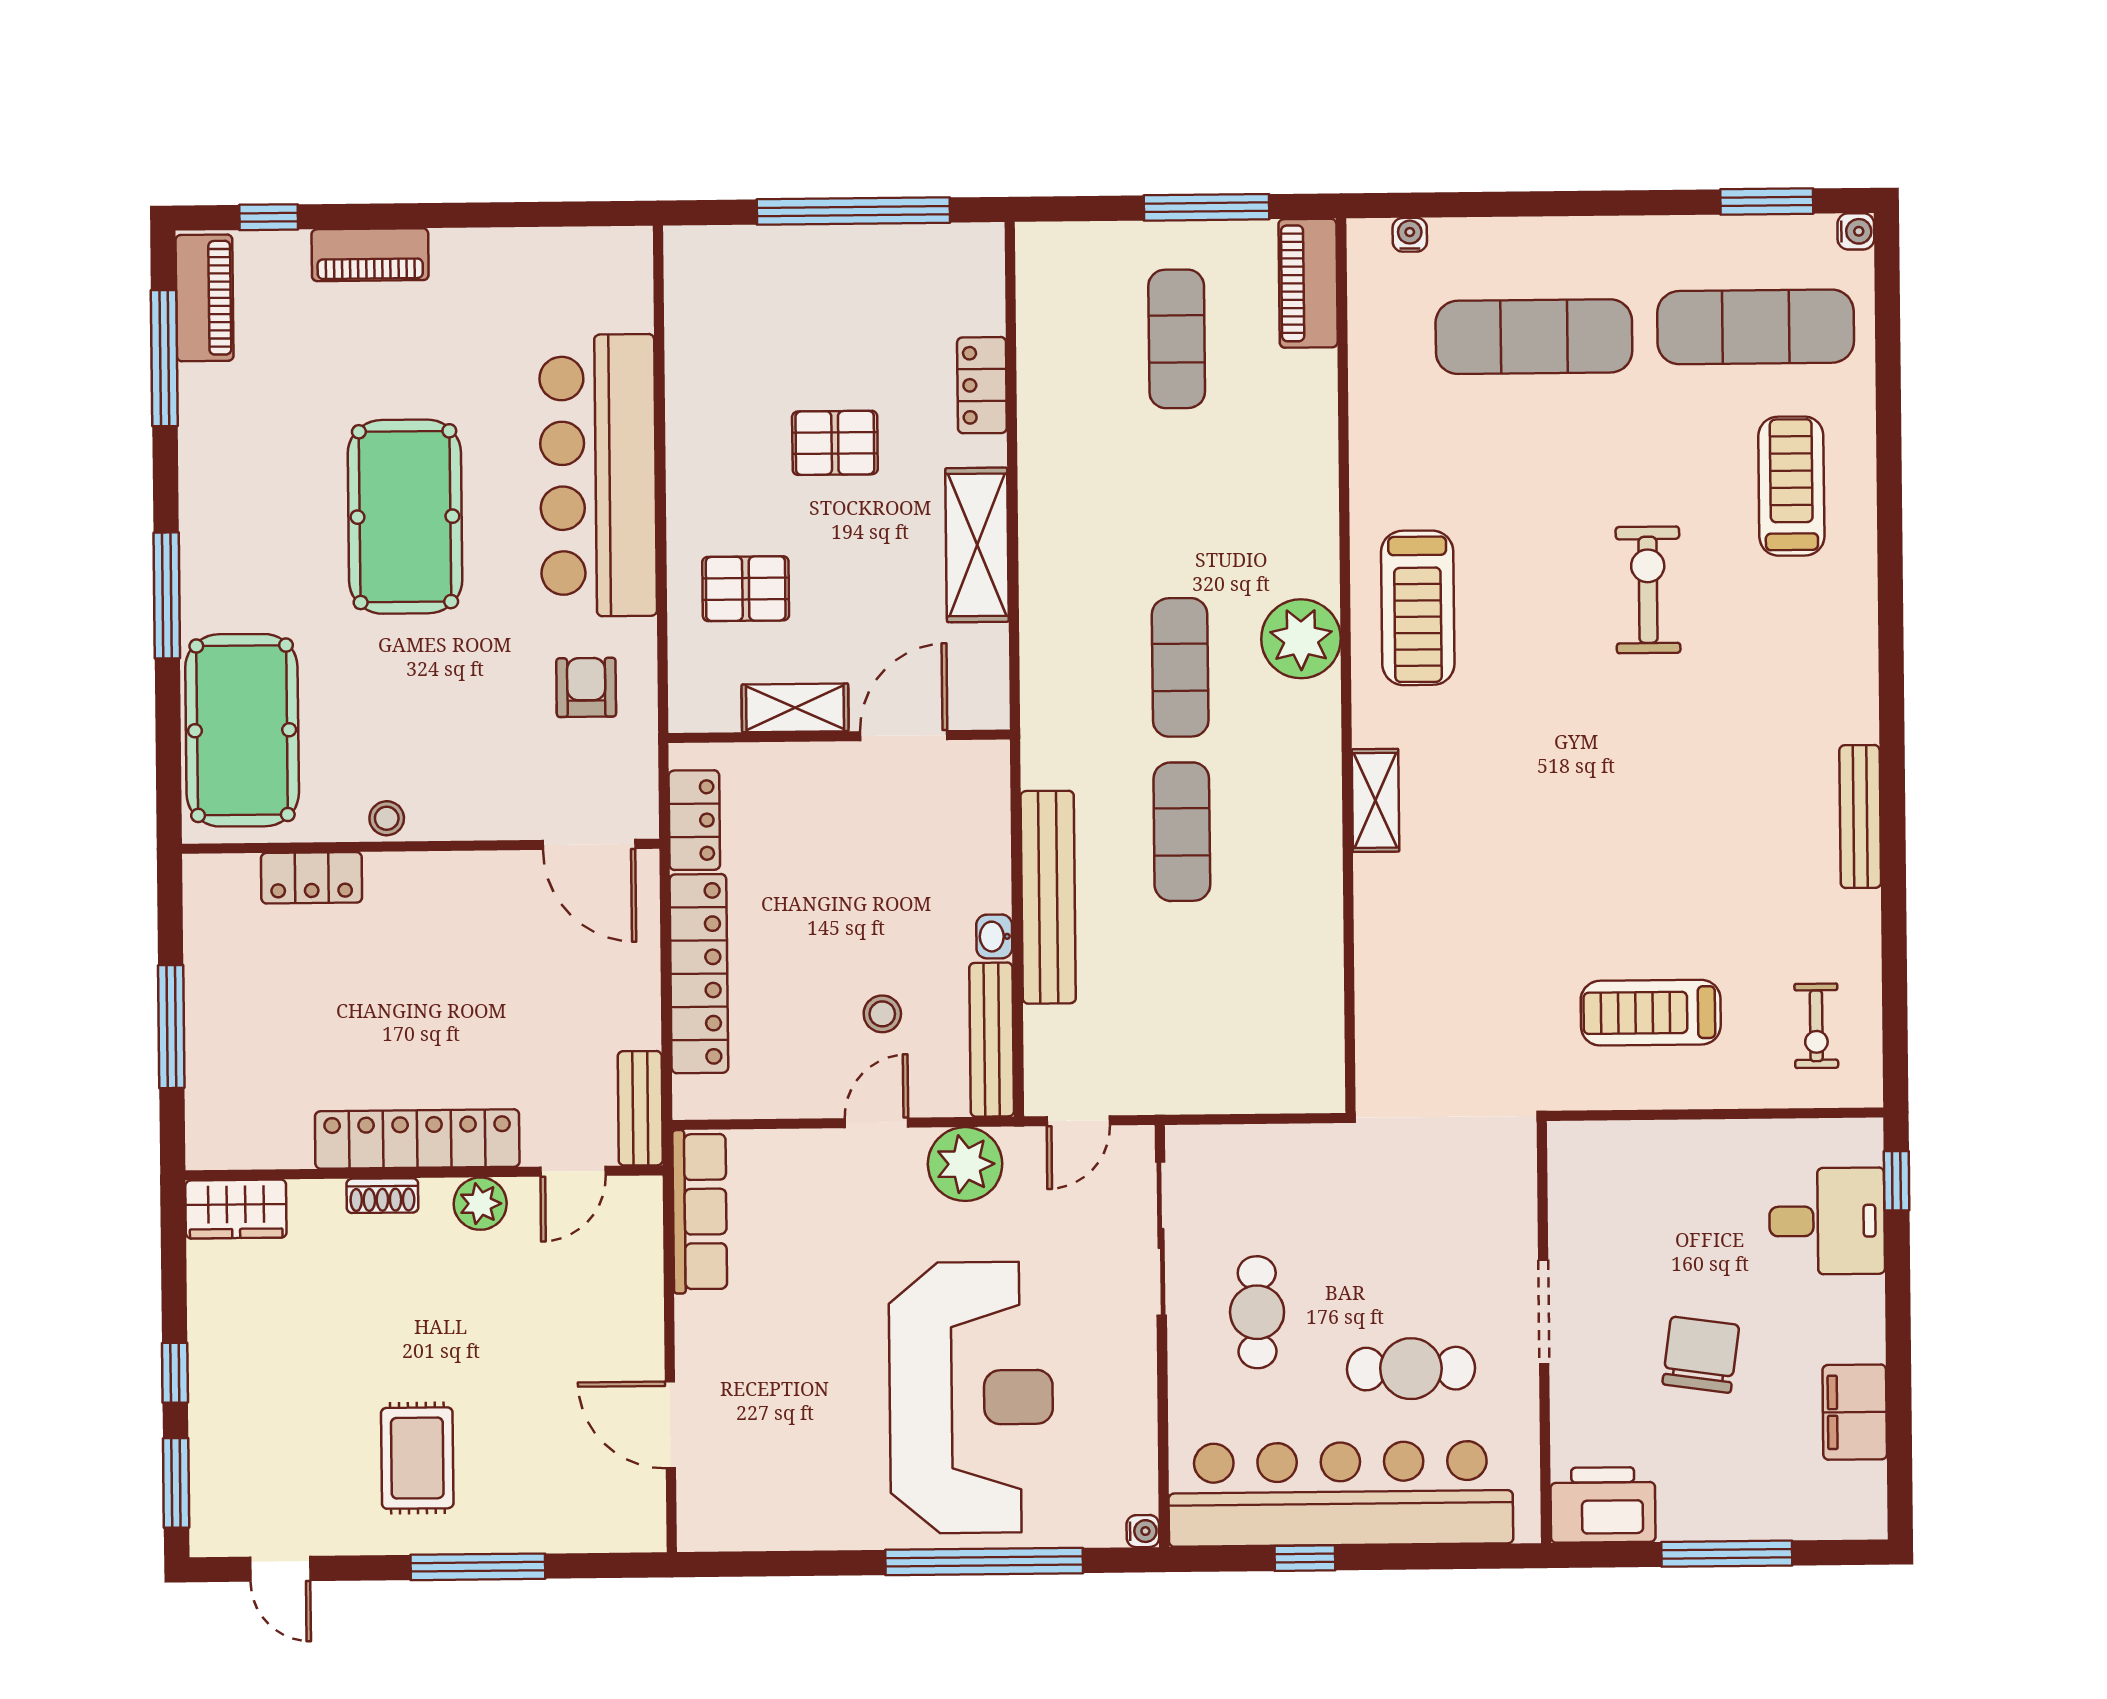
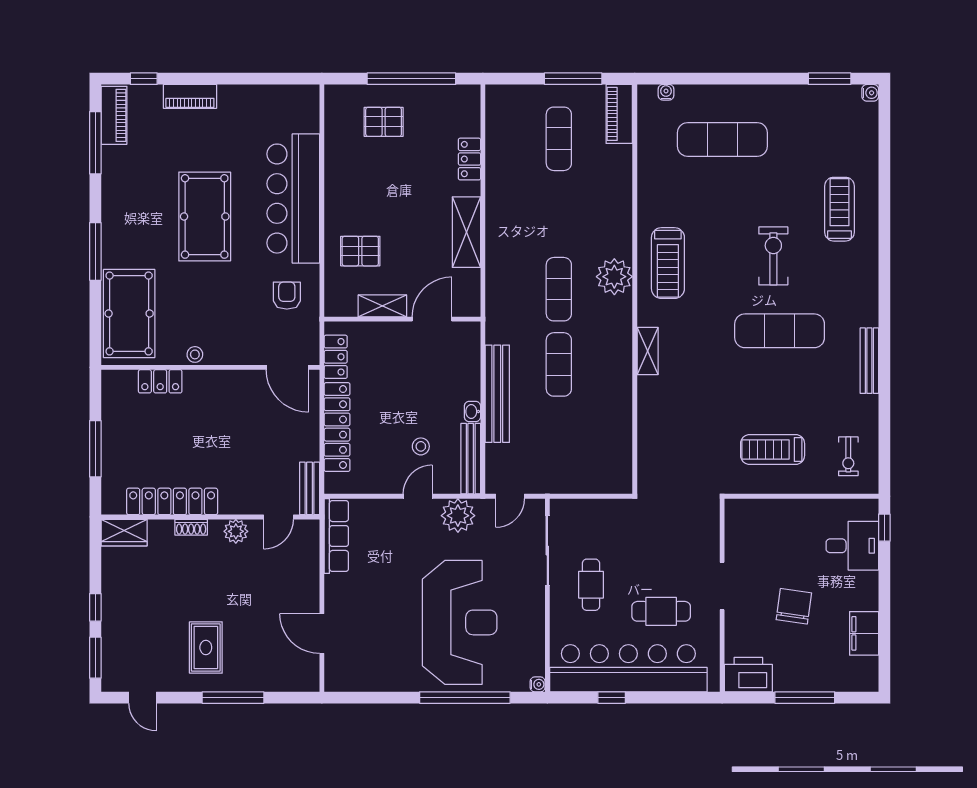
exercise mat: (1756, 327) -> (780, 331), moved
pallet: (835, 443) -> (384, 122), moved
locker: (417, 1139) -> (172, 501), moved

